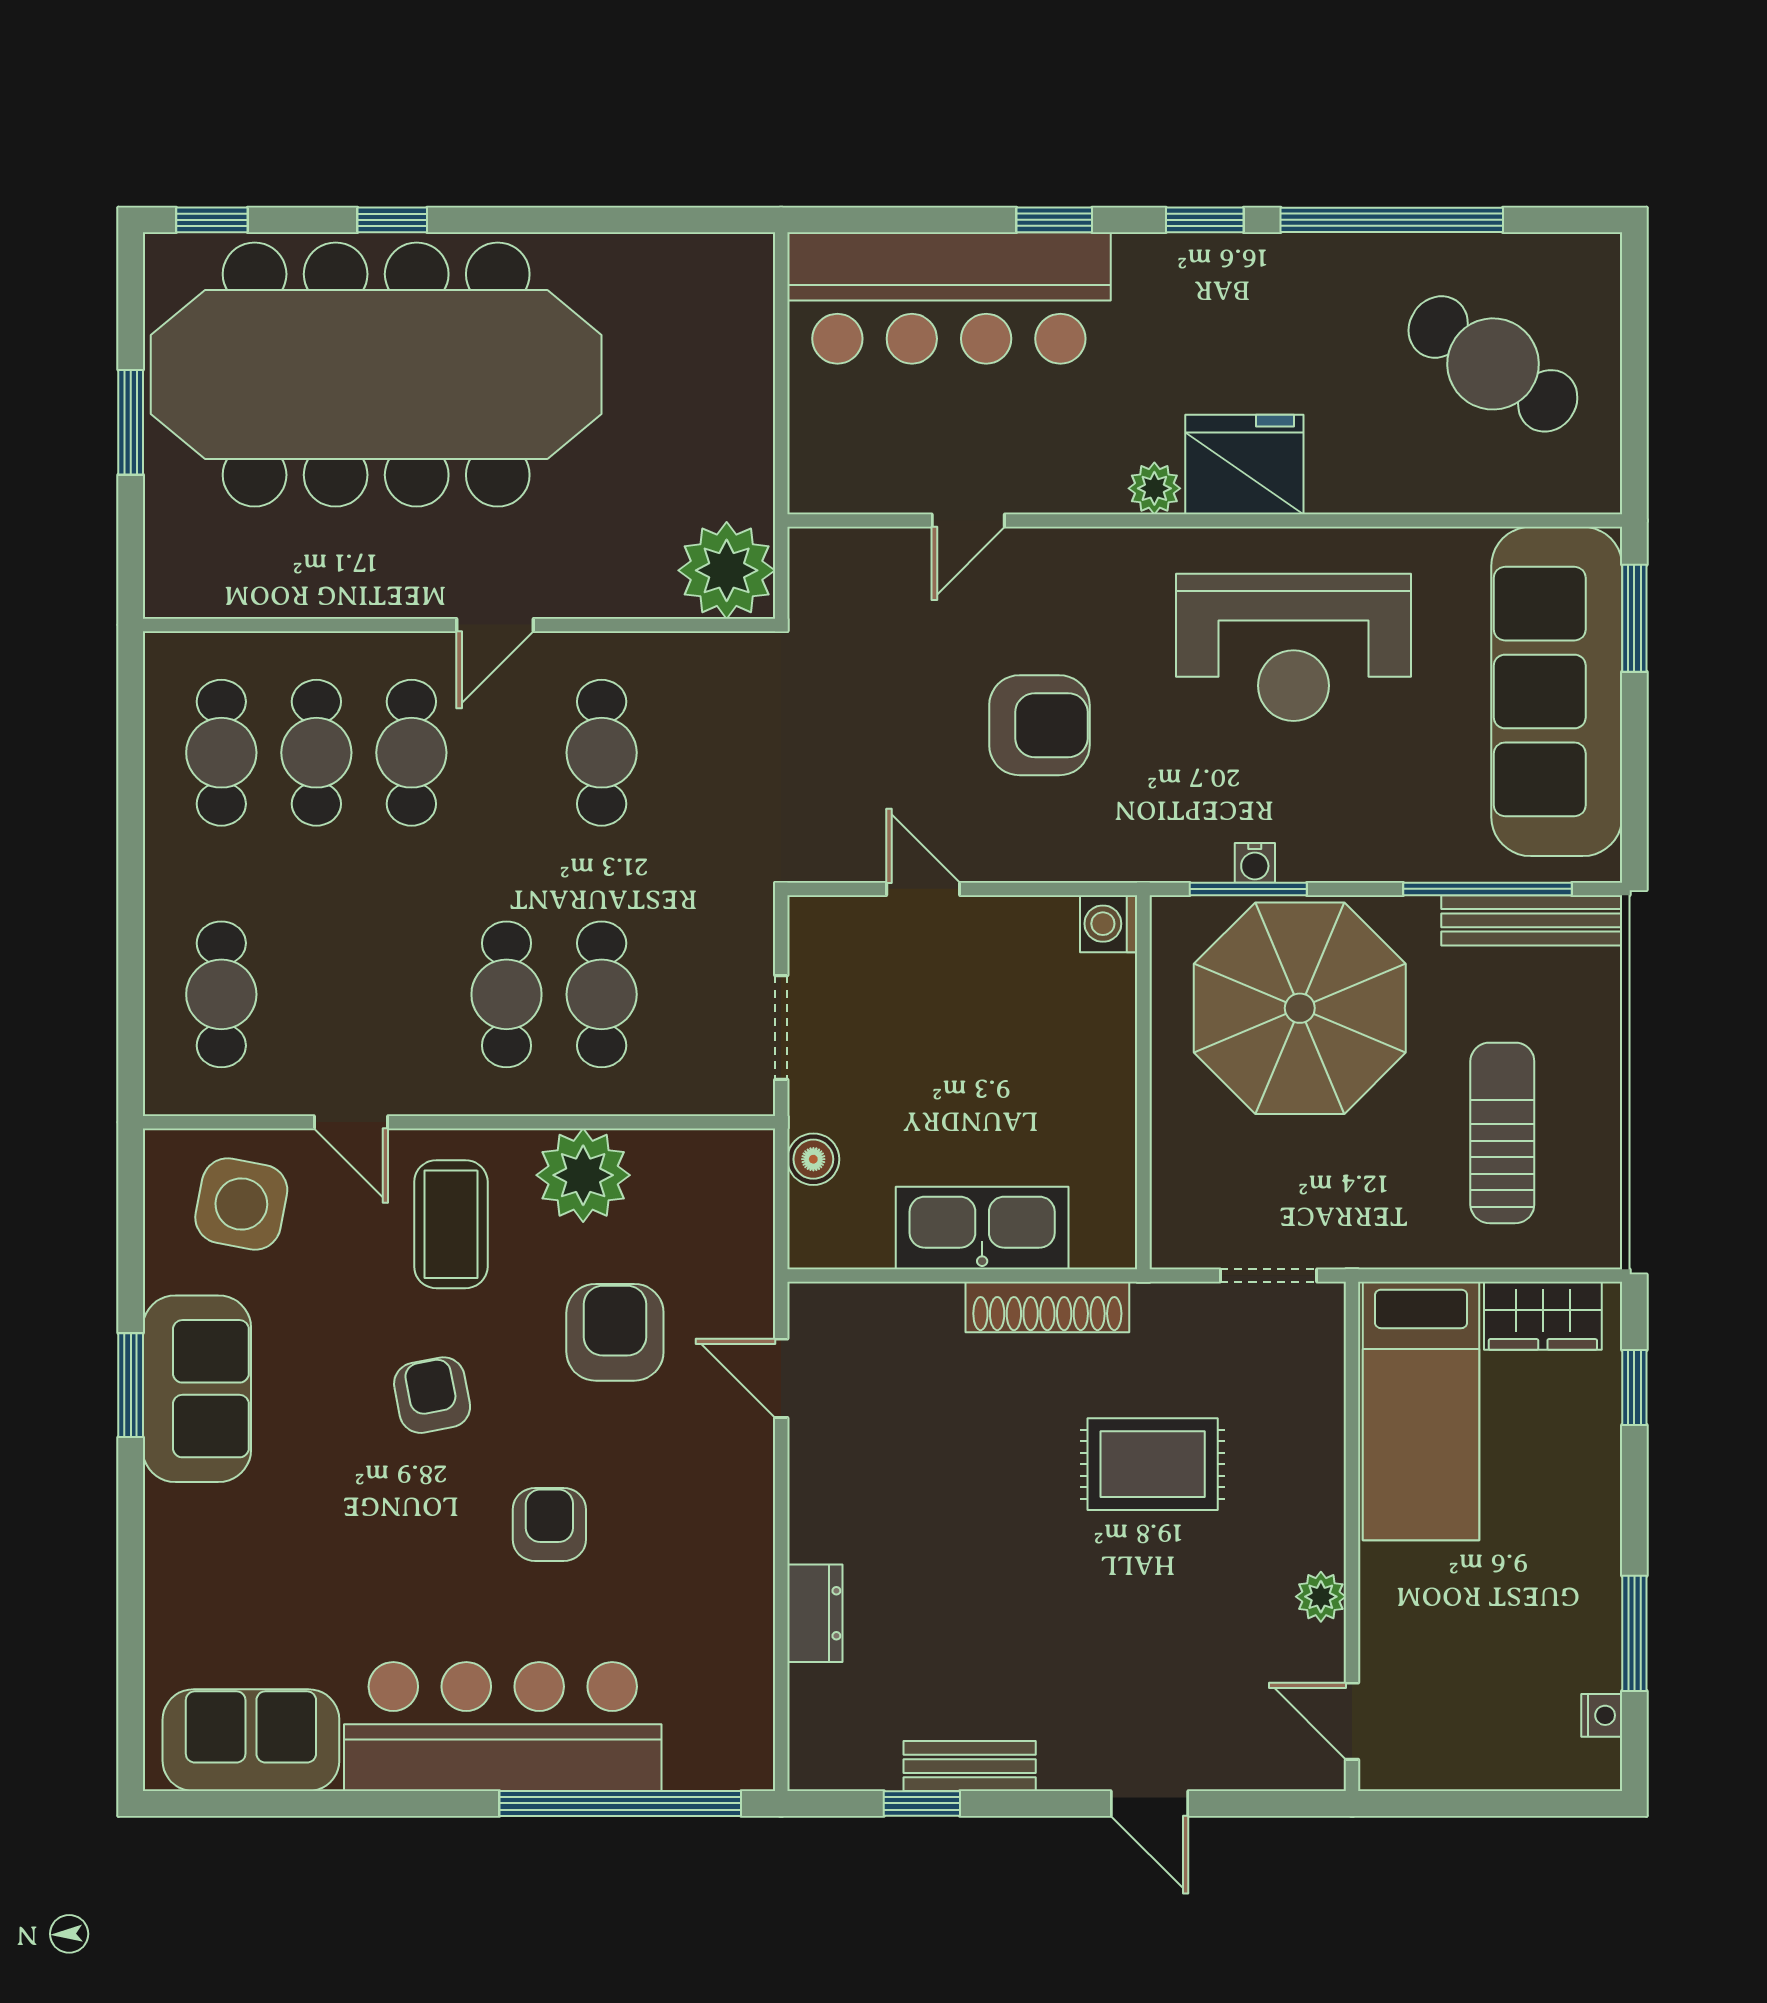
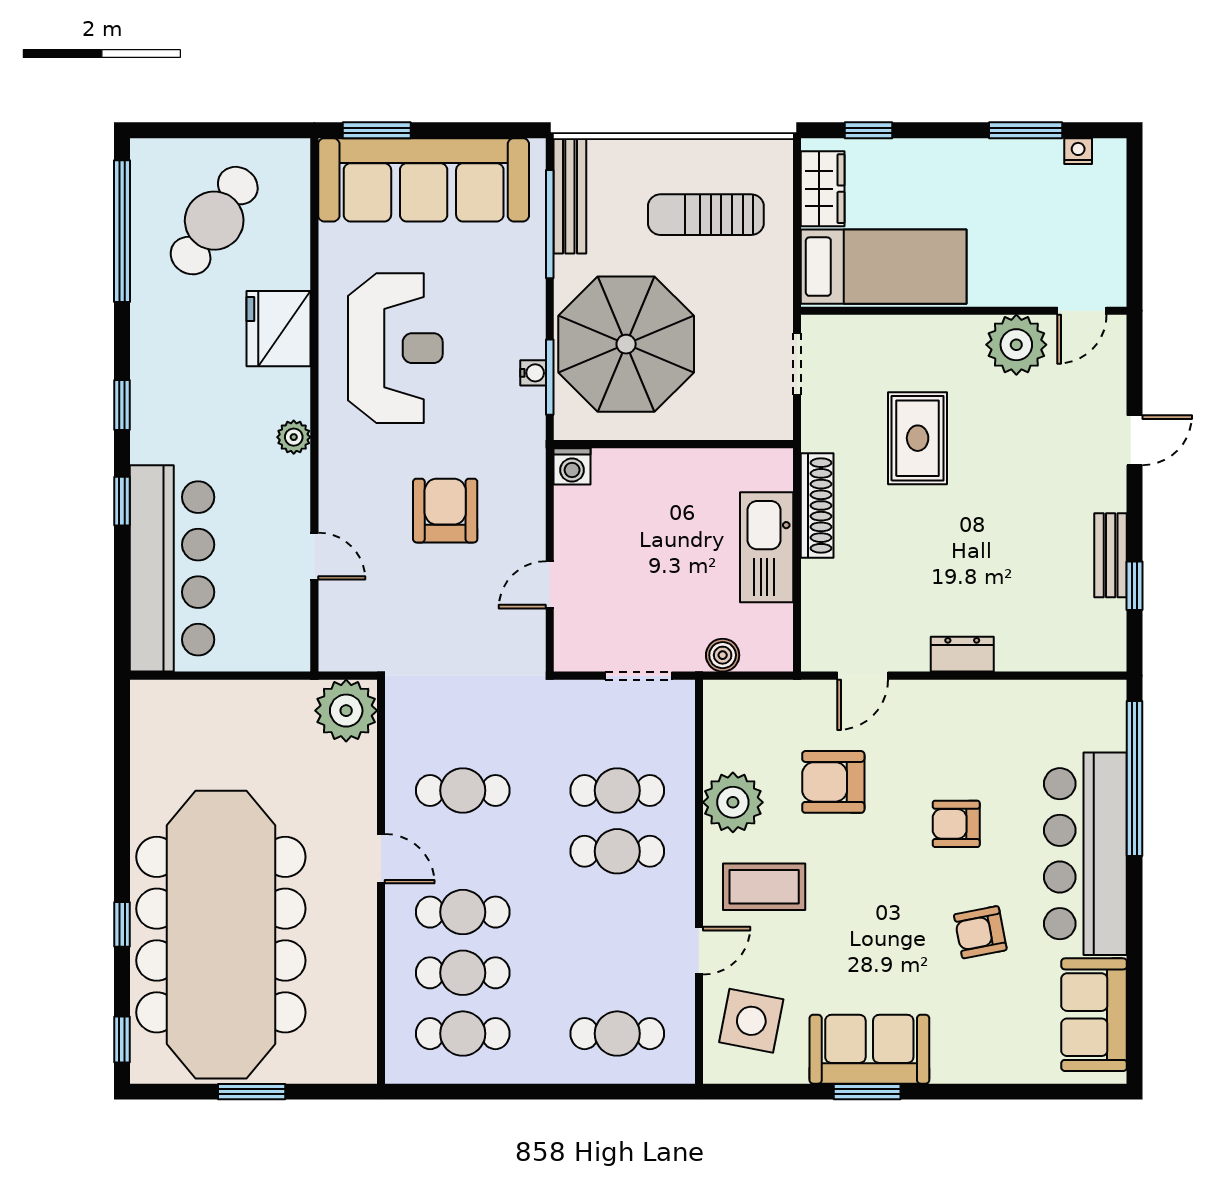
window: (1392, 220) -> (122, 231), moved
fridge: (1244, 465) -> (278, 329), moved
armchair: (432, 1395) -> (980, 932), moved
plant: (1321, 1597) -> (1016, 345), width x1.88, depth x1.88
dresser: (815, 1613) -> (962, 654), moved

